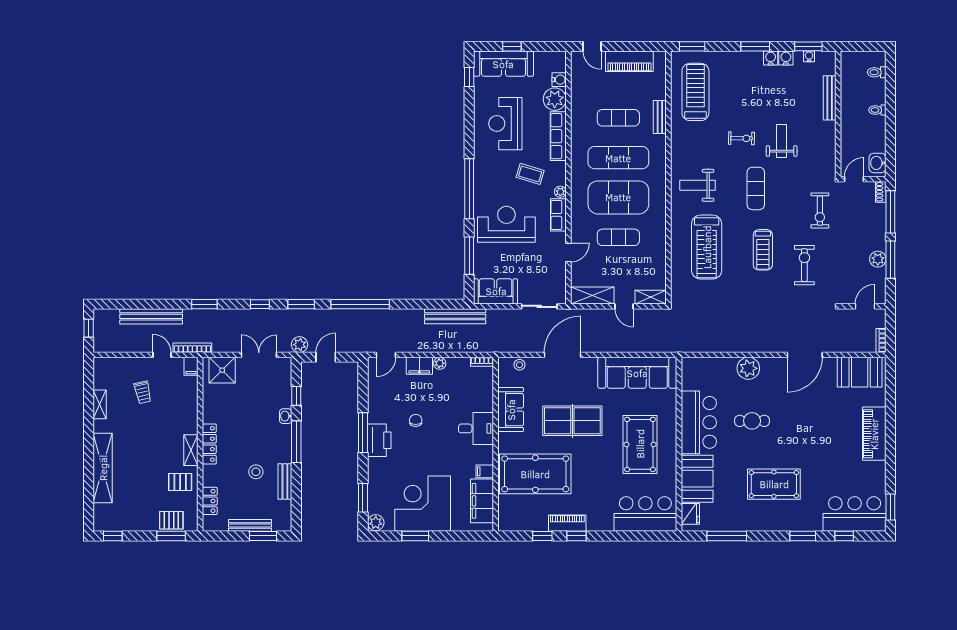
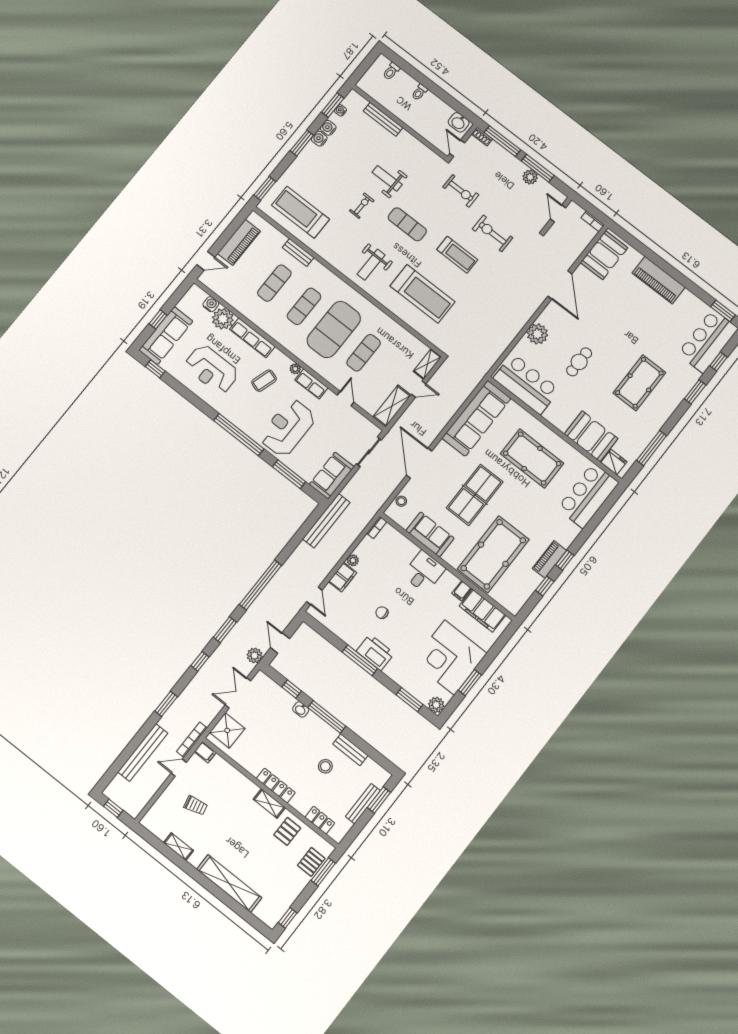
exercise mat: (618, 158) -> (304, 306), width x0.73, depth x0.69
bar counter: (699, 422) -> (526, 384), moved

